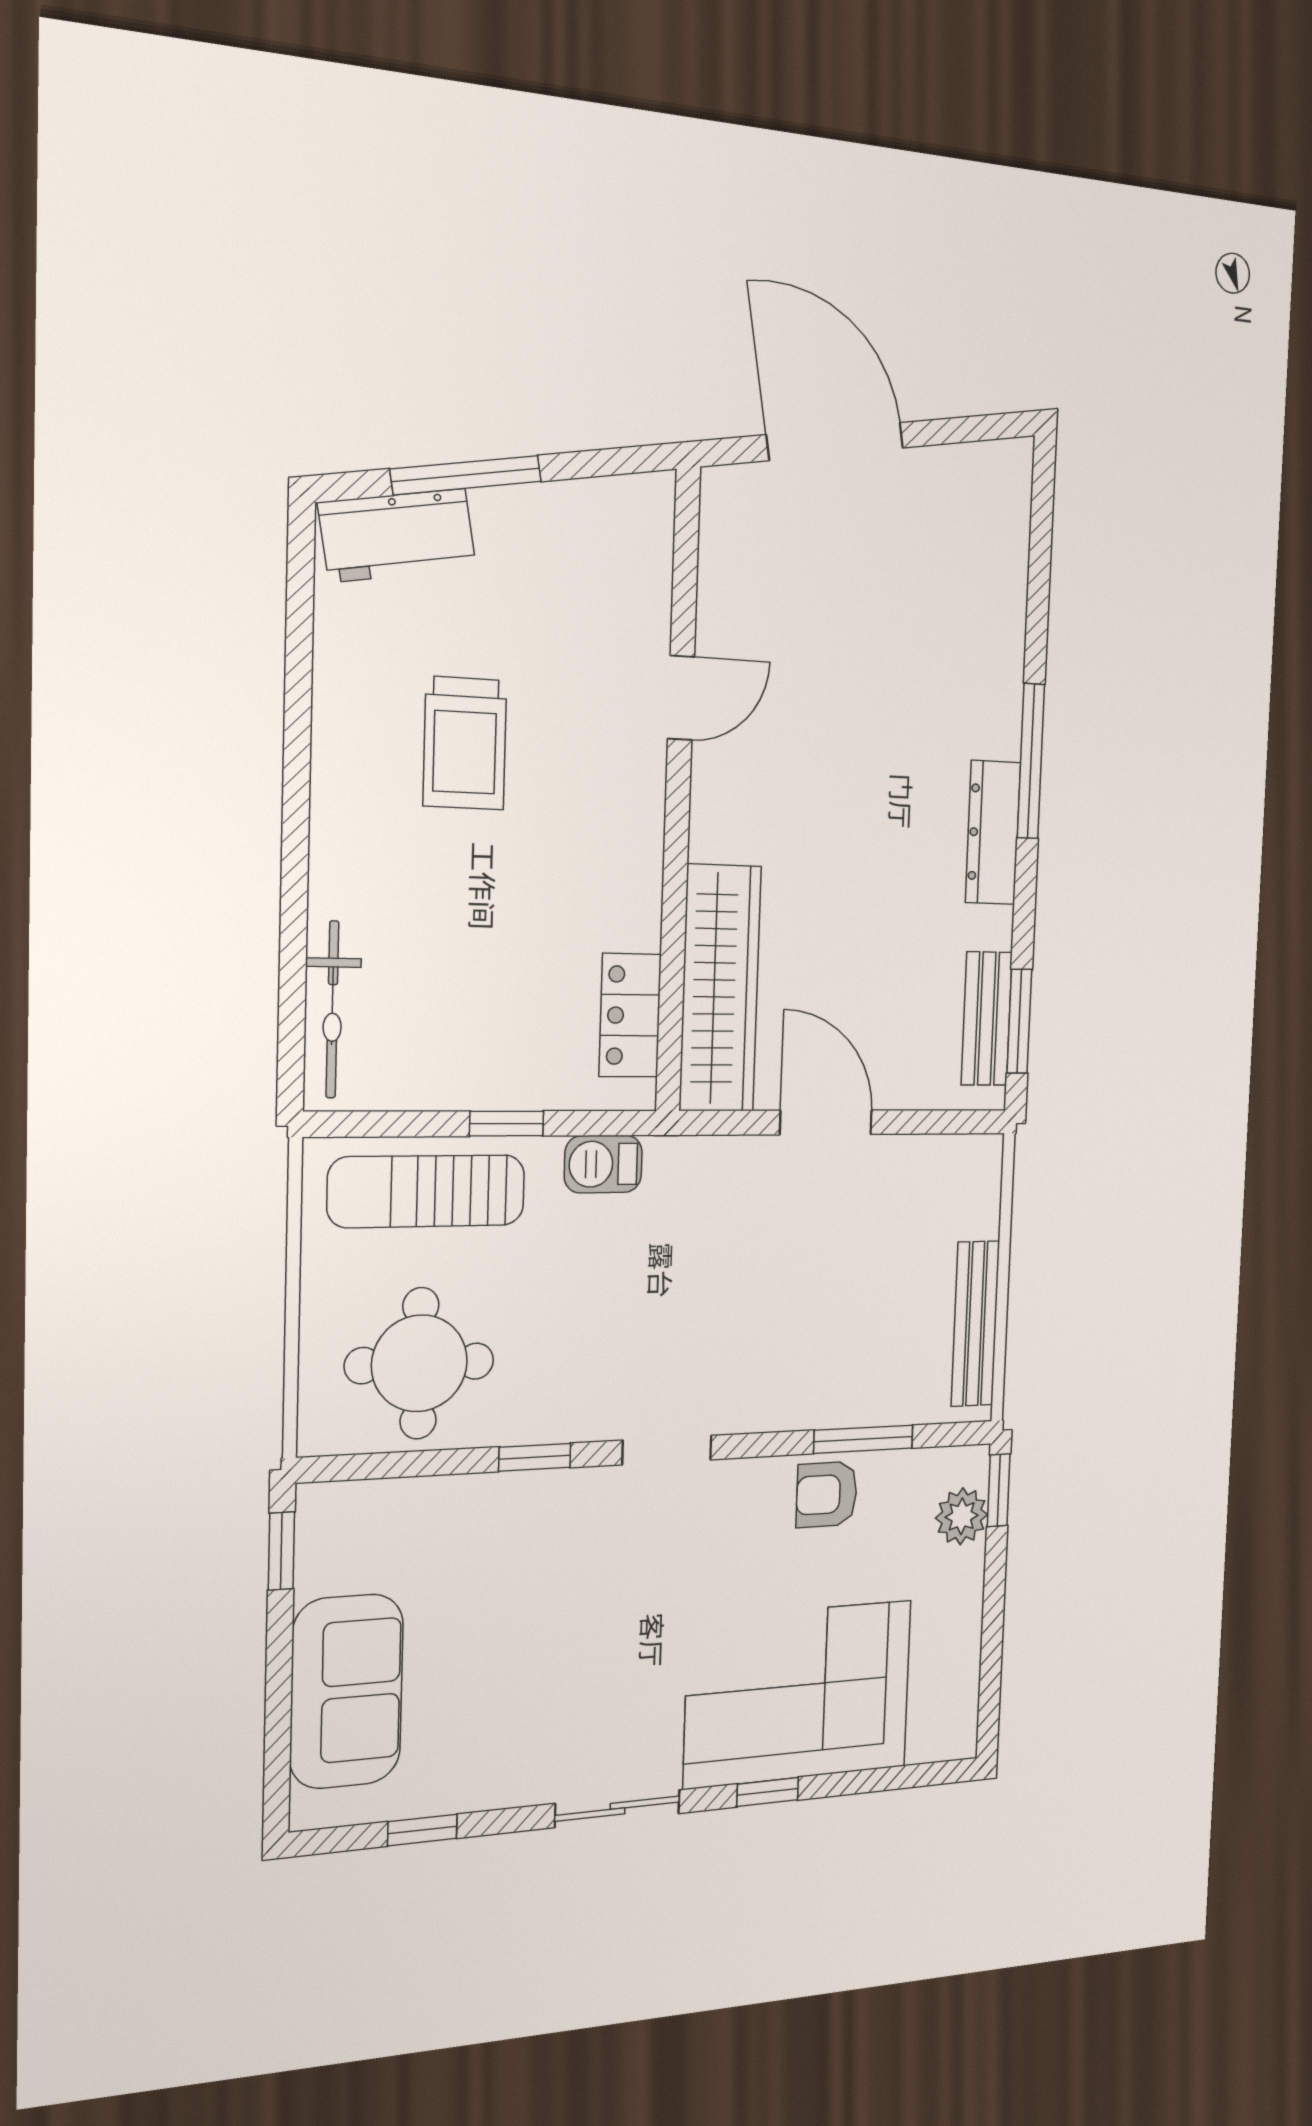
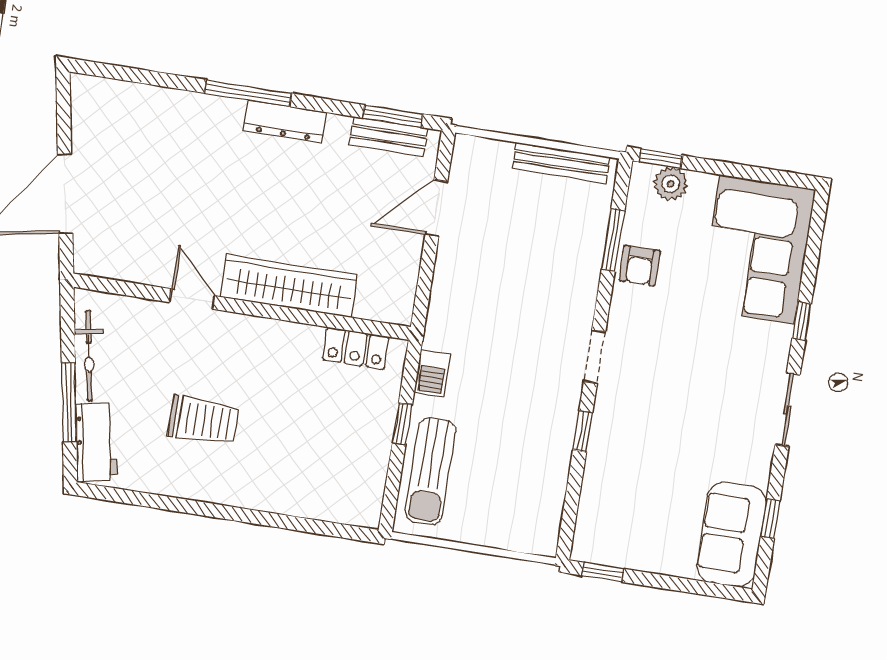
wardrobe: (720, 988) -> (289, 286), moved
bicycle: (332, 1010) -> (89, 356), moved, turned 80
door: (826, 1122) -> (436, 208), moved
round table: (419, 1363) -> (520, 487), removed
sofa: (347, 1691) -> (731, 534), moved, turned -90
corner sofa: (798, 1694) -> (757, 249), moved

